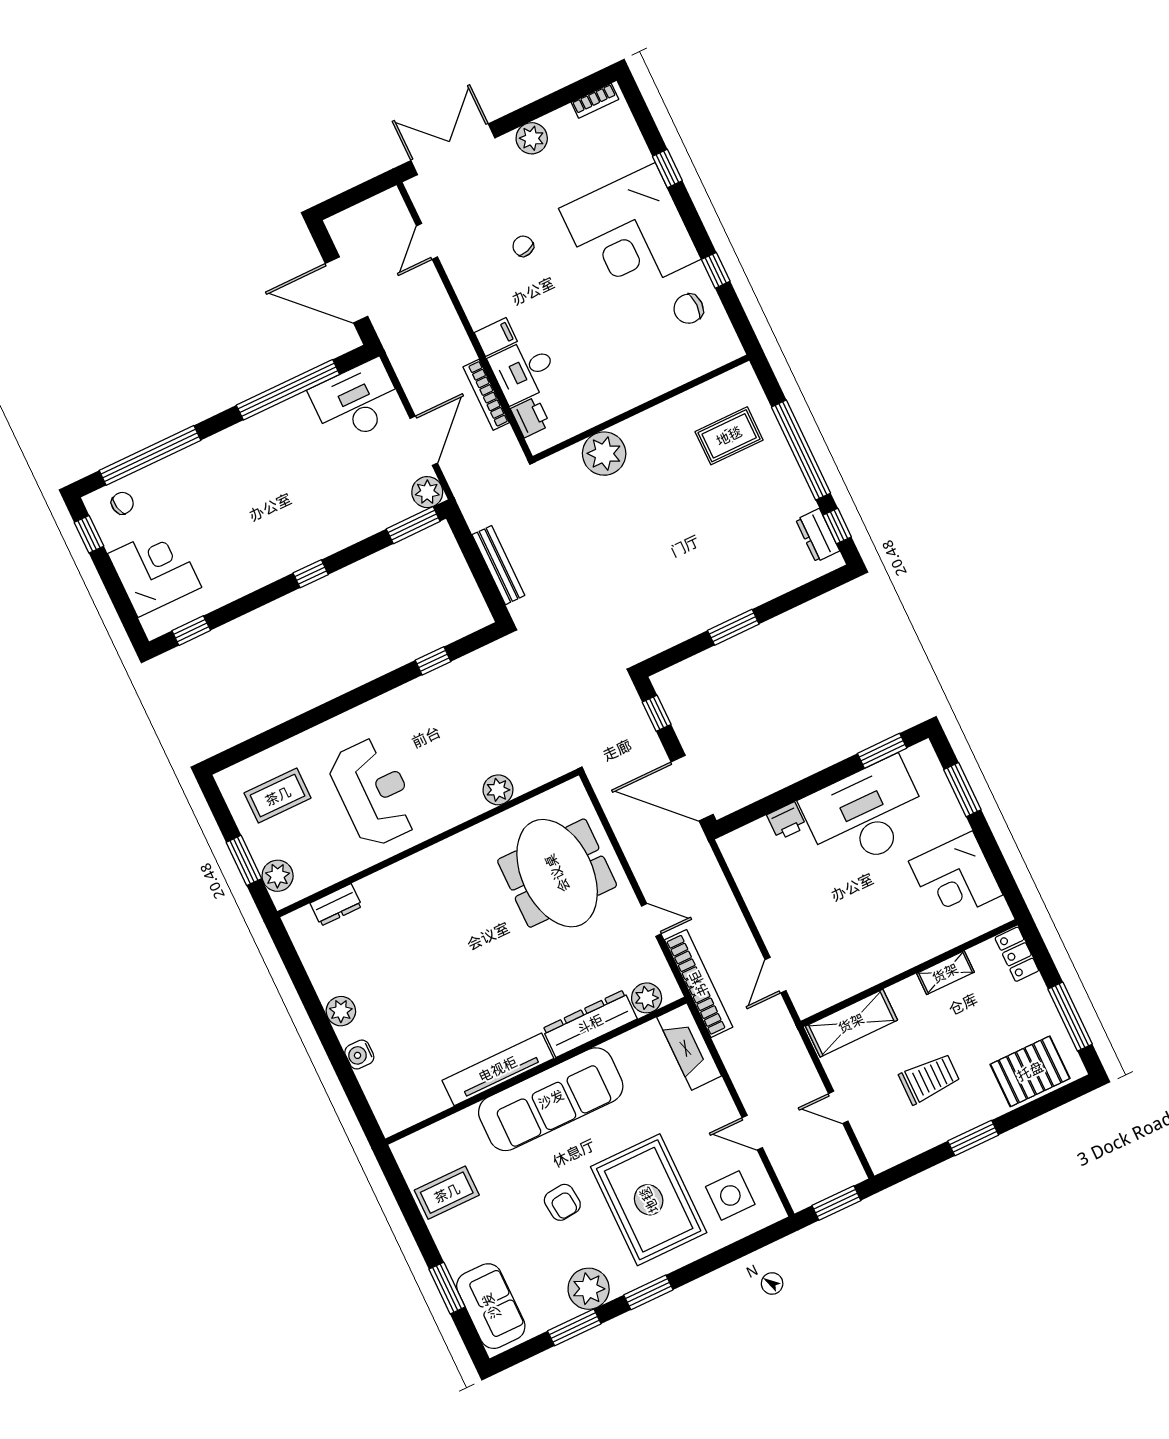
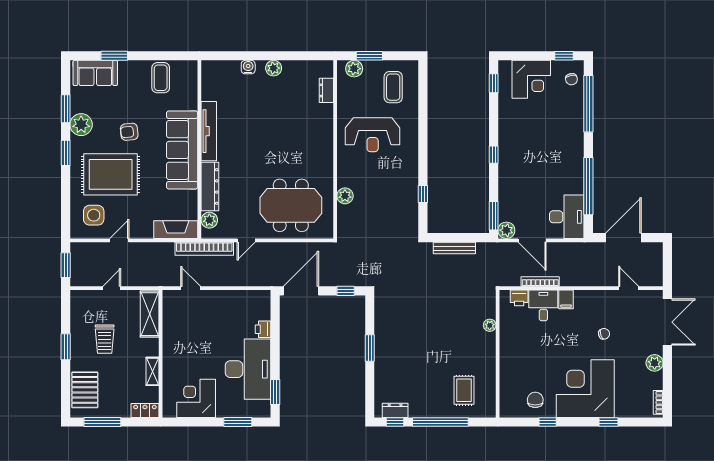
plant: (604, 454) -> (490, 325), width x0.53, depth x0.53

